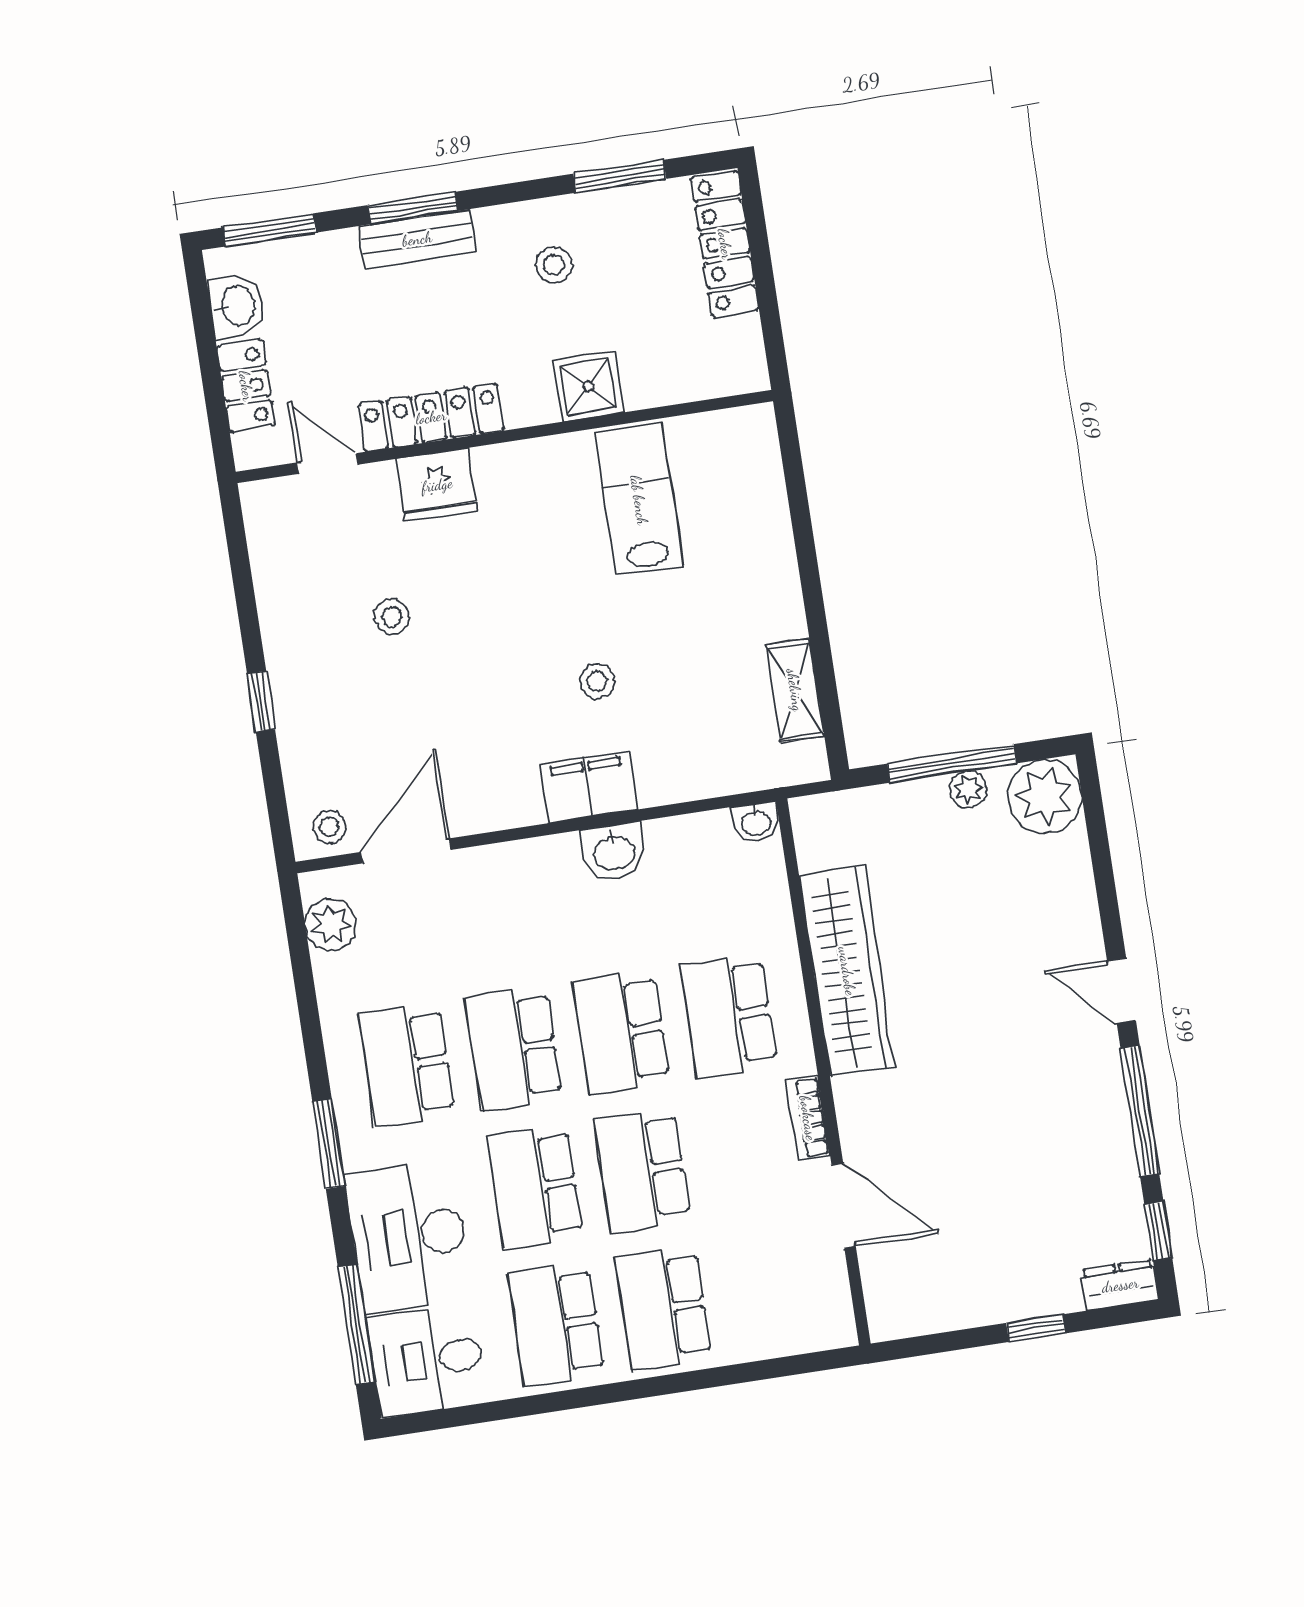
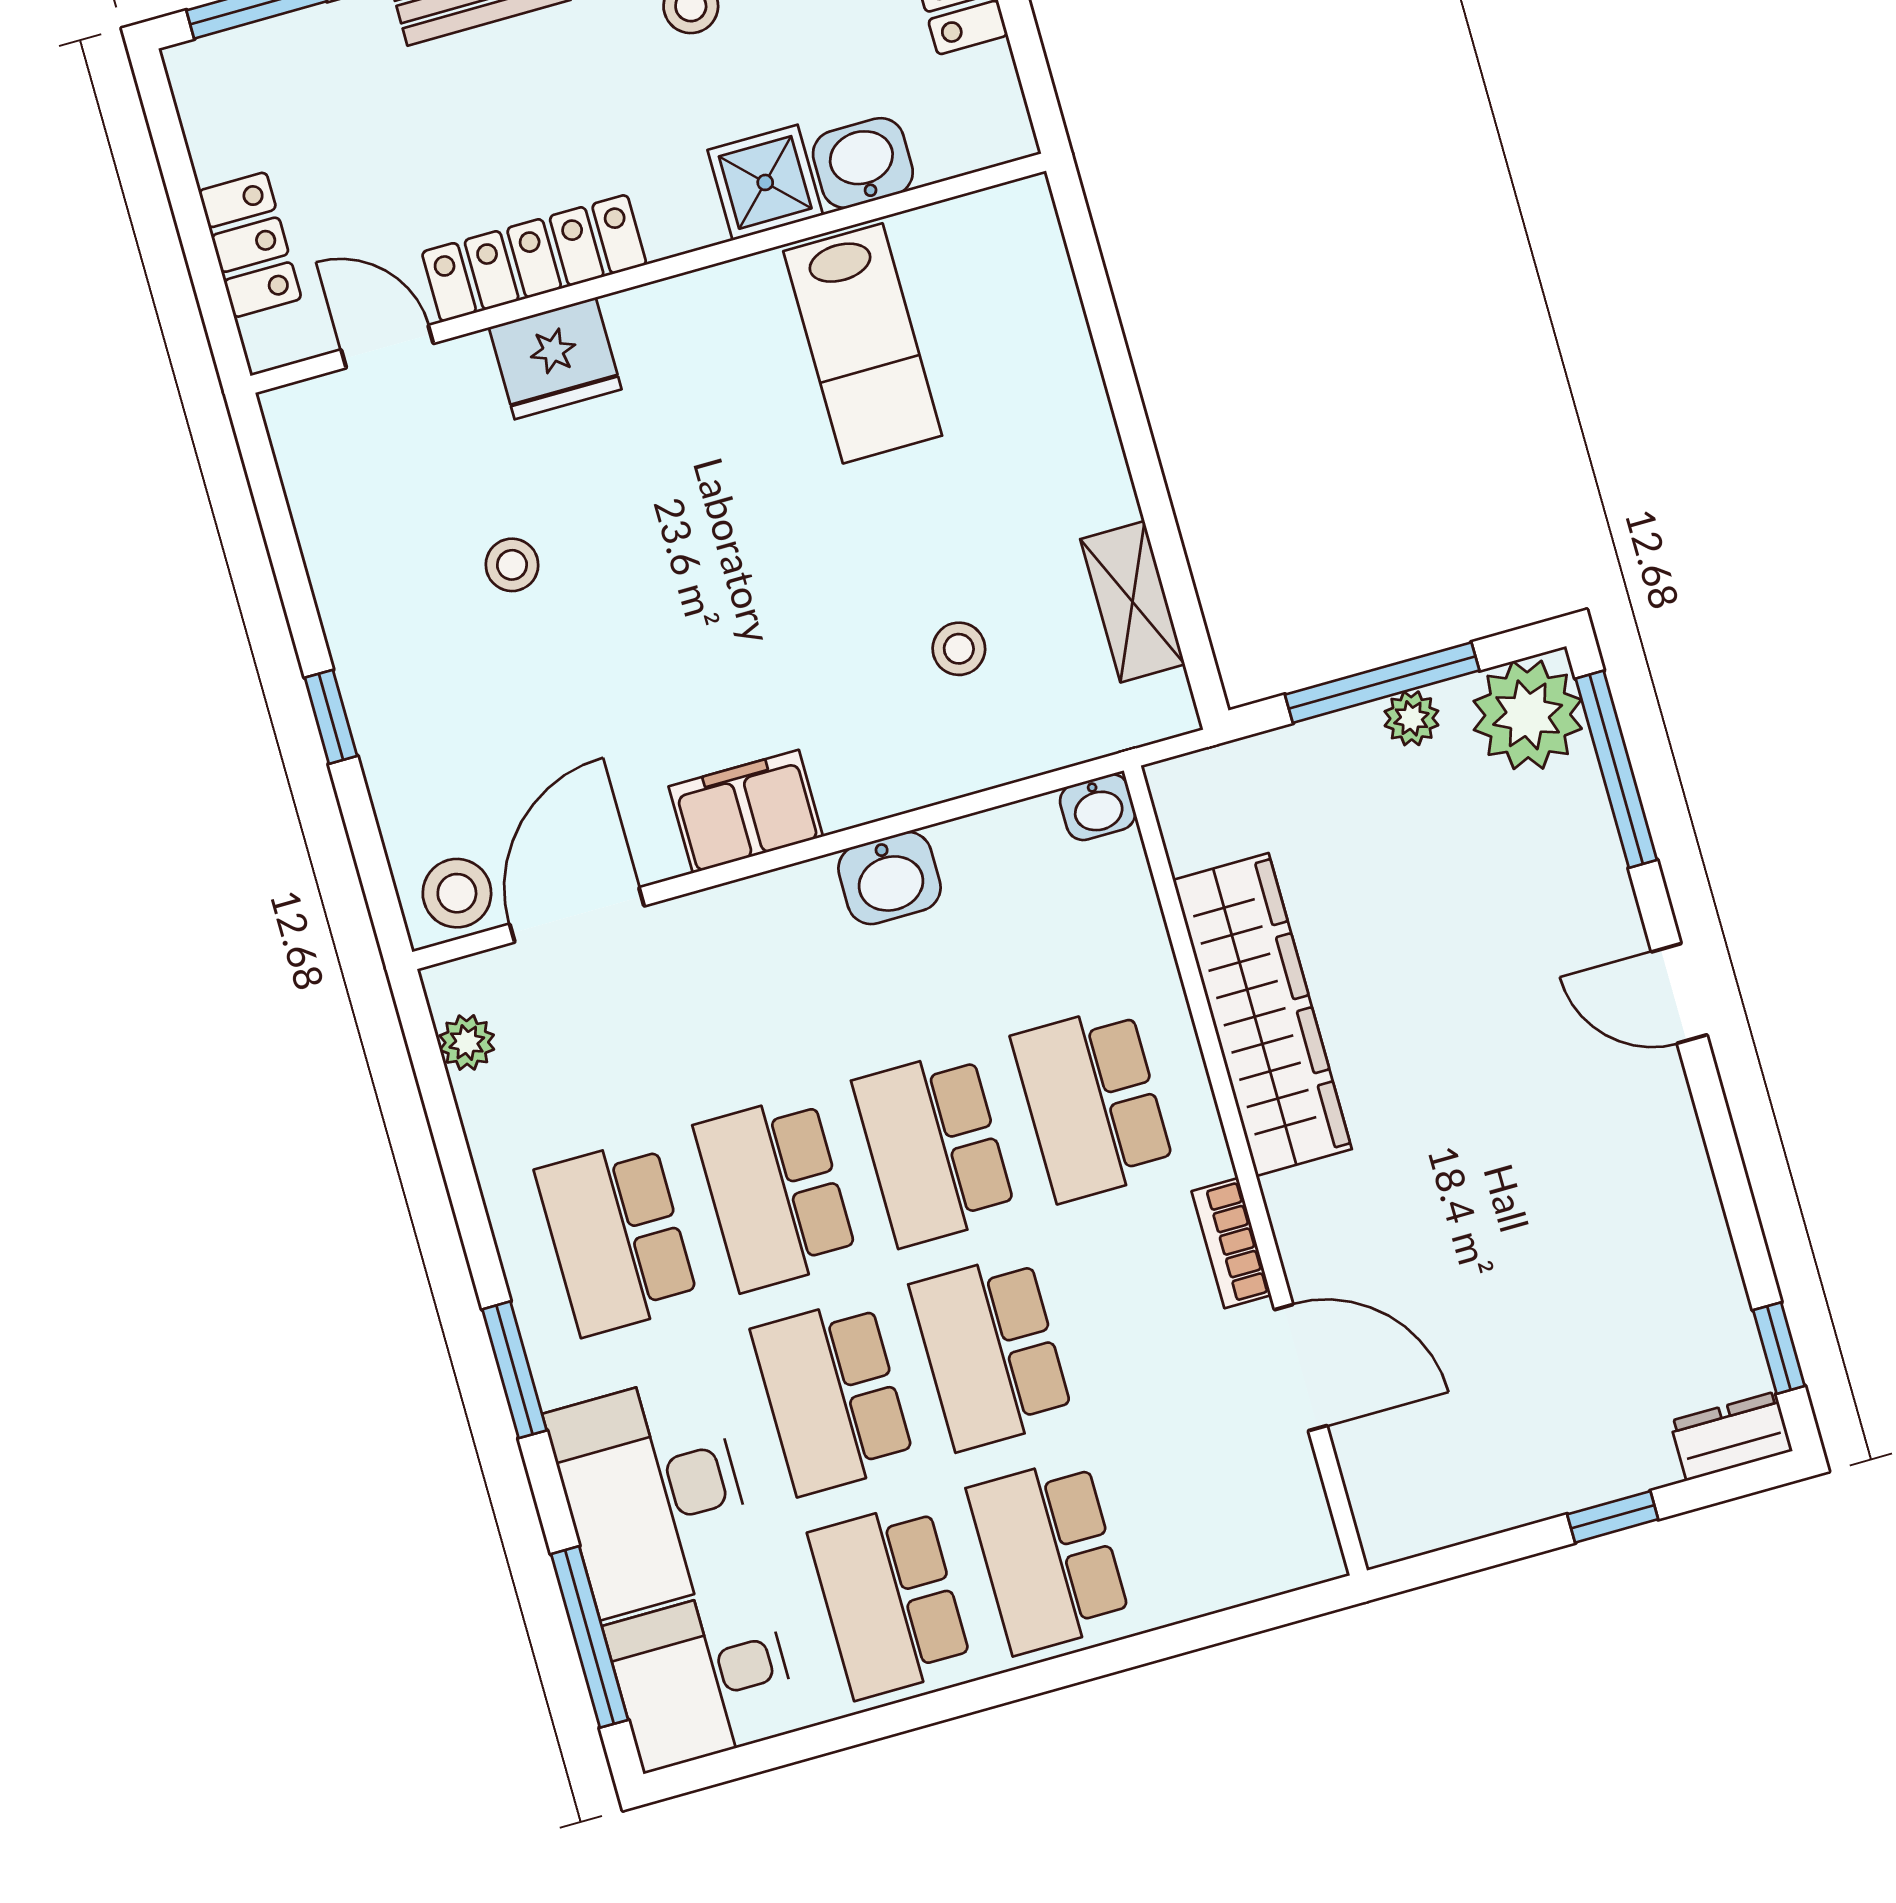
washbasin: (236, 306) -> (863, 163), moved, turned -90
lab bench: (639, 500) -> (863, 343), turned 180
stool: (597, 681) -> (959, 649), moved
filing cabinet: (589, 787) -> (746, 811), moved
stool: (329, 827) -> (457, 893), width x1.37, depth x1.37
plant: (331, 924) -> (467, 1042), width x0.73, depth x0.73
window: (1140, 1111) -> (1616, 769), moved

